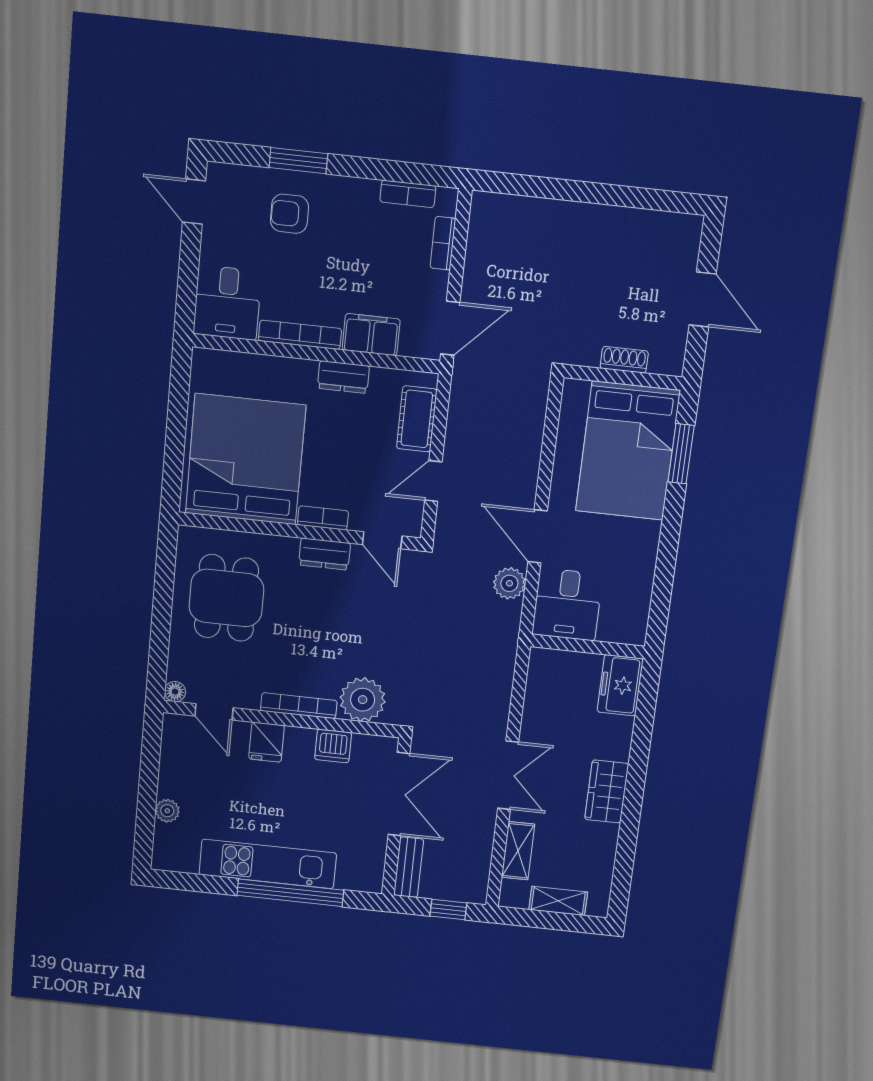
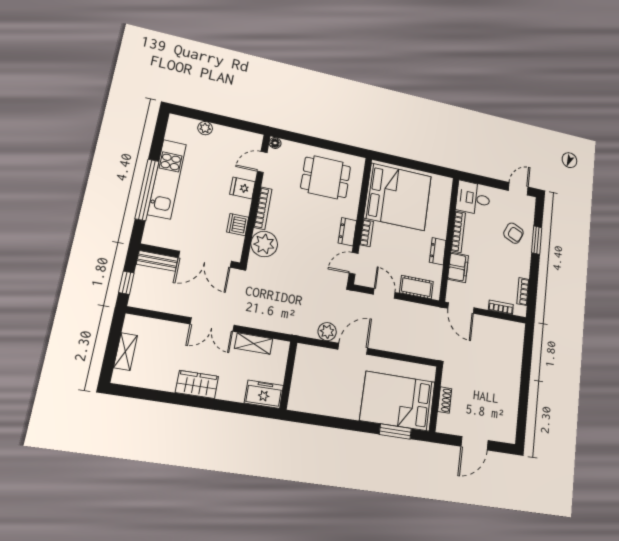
armchair: (289, 214) -> (513, 233), turned 114
desk: (567, 604) -> (314, 364), removed
shelving: (518, 851) -> (254, 343), moved

